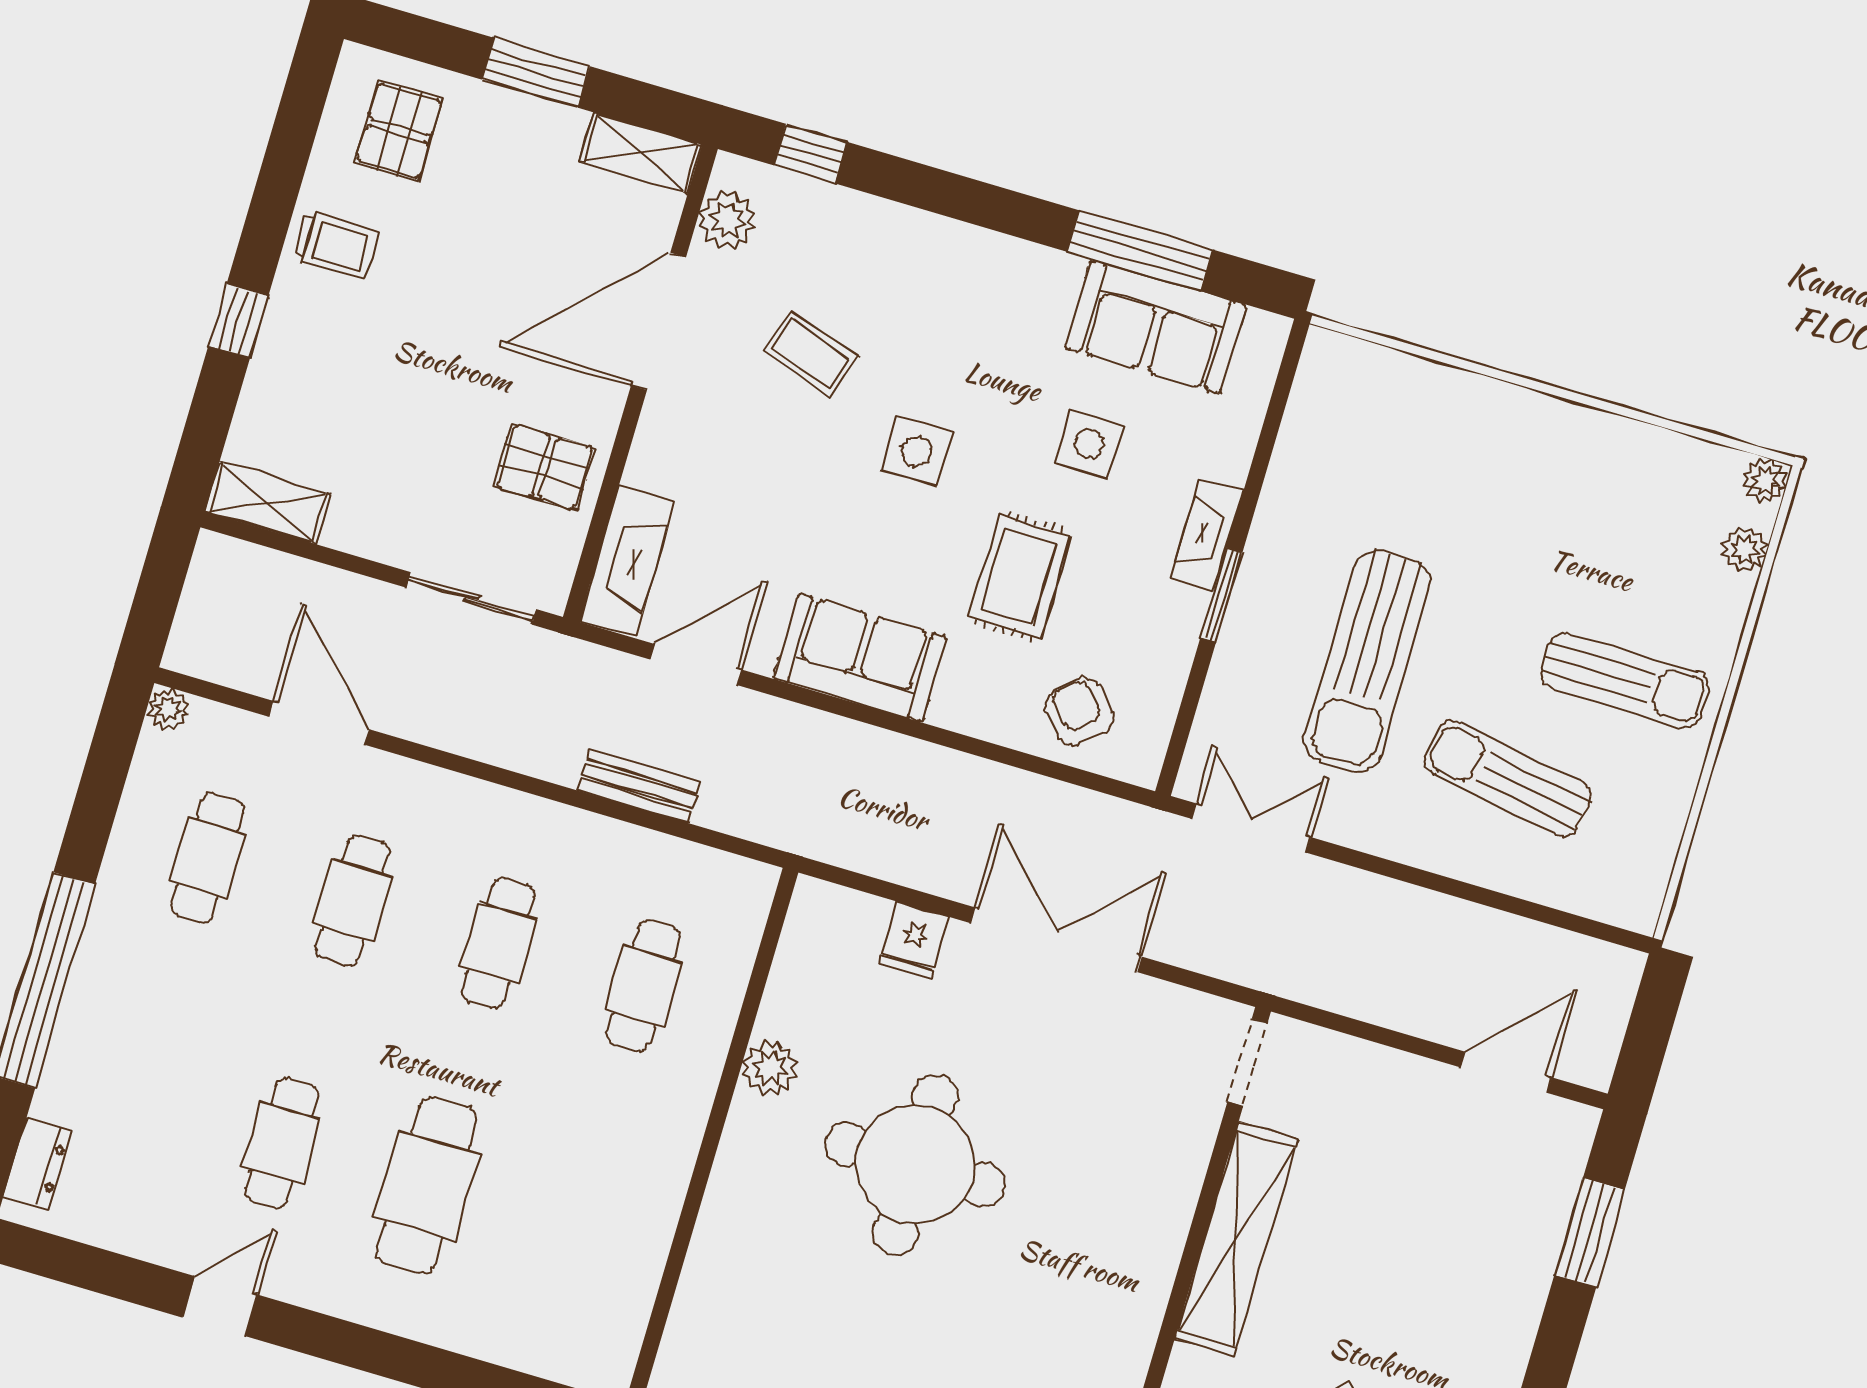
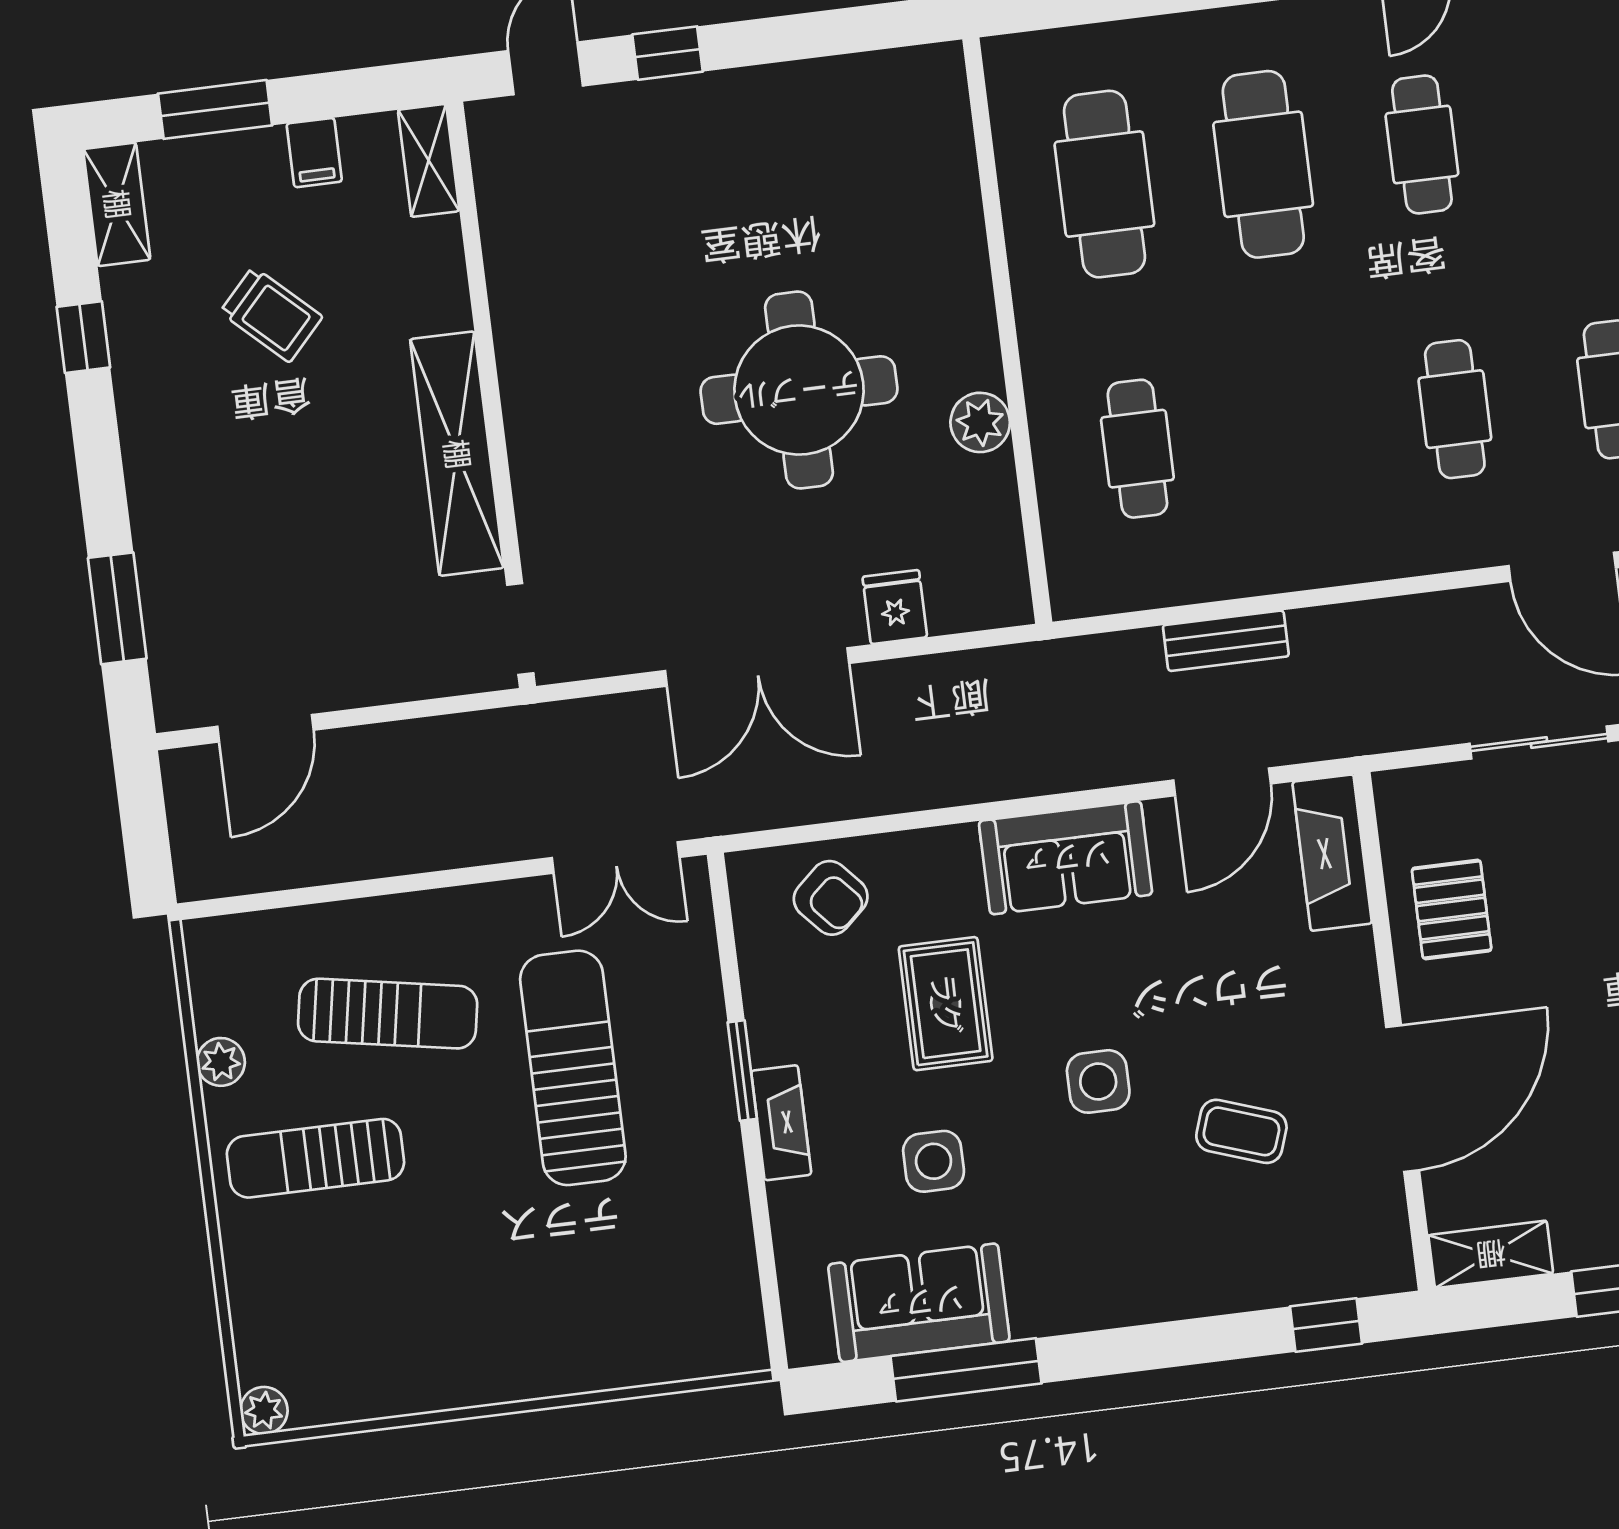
plant: (727, 220) -> (1379, 1226), removed
pallet: (545, 467) -> (1452, 909), turned 90
plant: (1744, 549) -> (221, 1062), moved
sliding door: (471, 598) -> (1539, 742), moved
cafe table: (498, 943) -> (1104, 184), moved, width x1.37, depth x1.35

